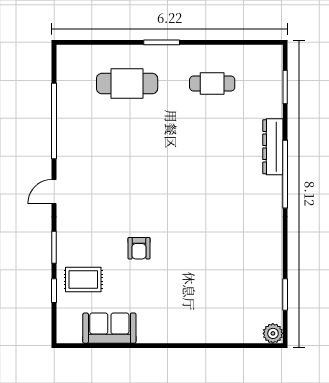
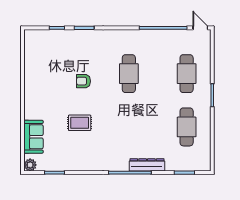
cafe table: (212, 84) -> (187, 127), width x1.37, depth x1.35
cafe table: (127, 176) -> (129, 74), added
door: (54, 192) -> (200, 28), moved
rug: (83, 279) -> (80, 123), moved, turned 90
sofa: (109, 328) -> (33, 137), moved

